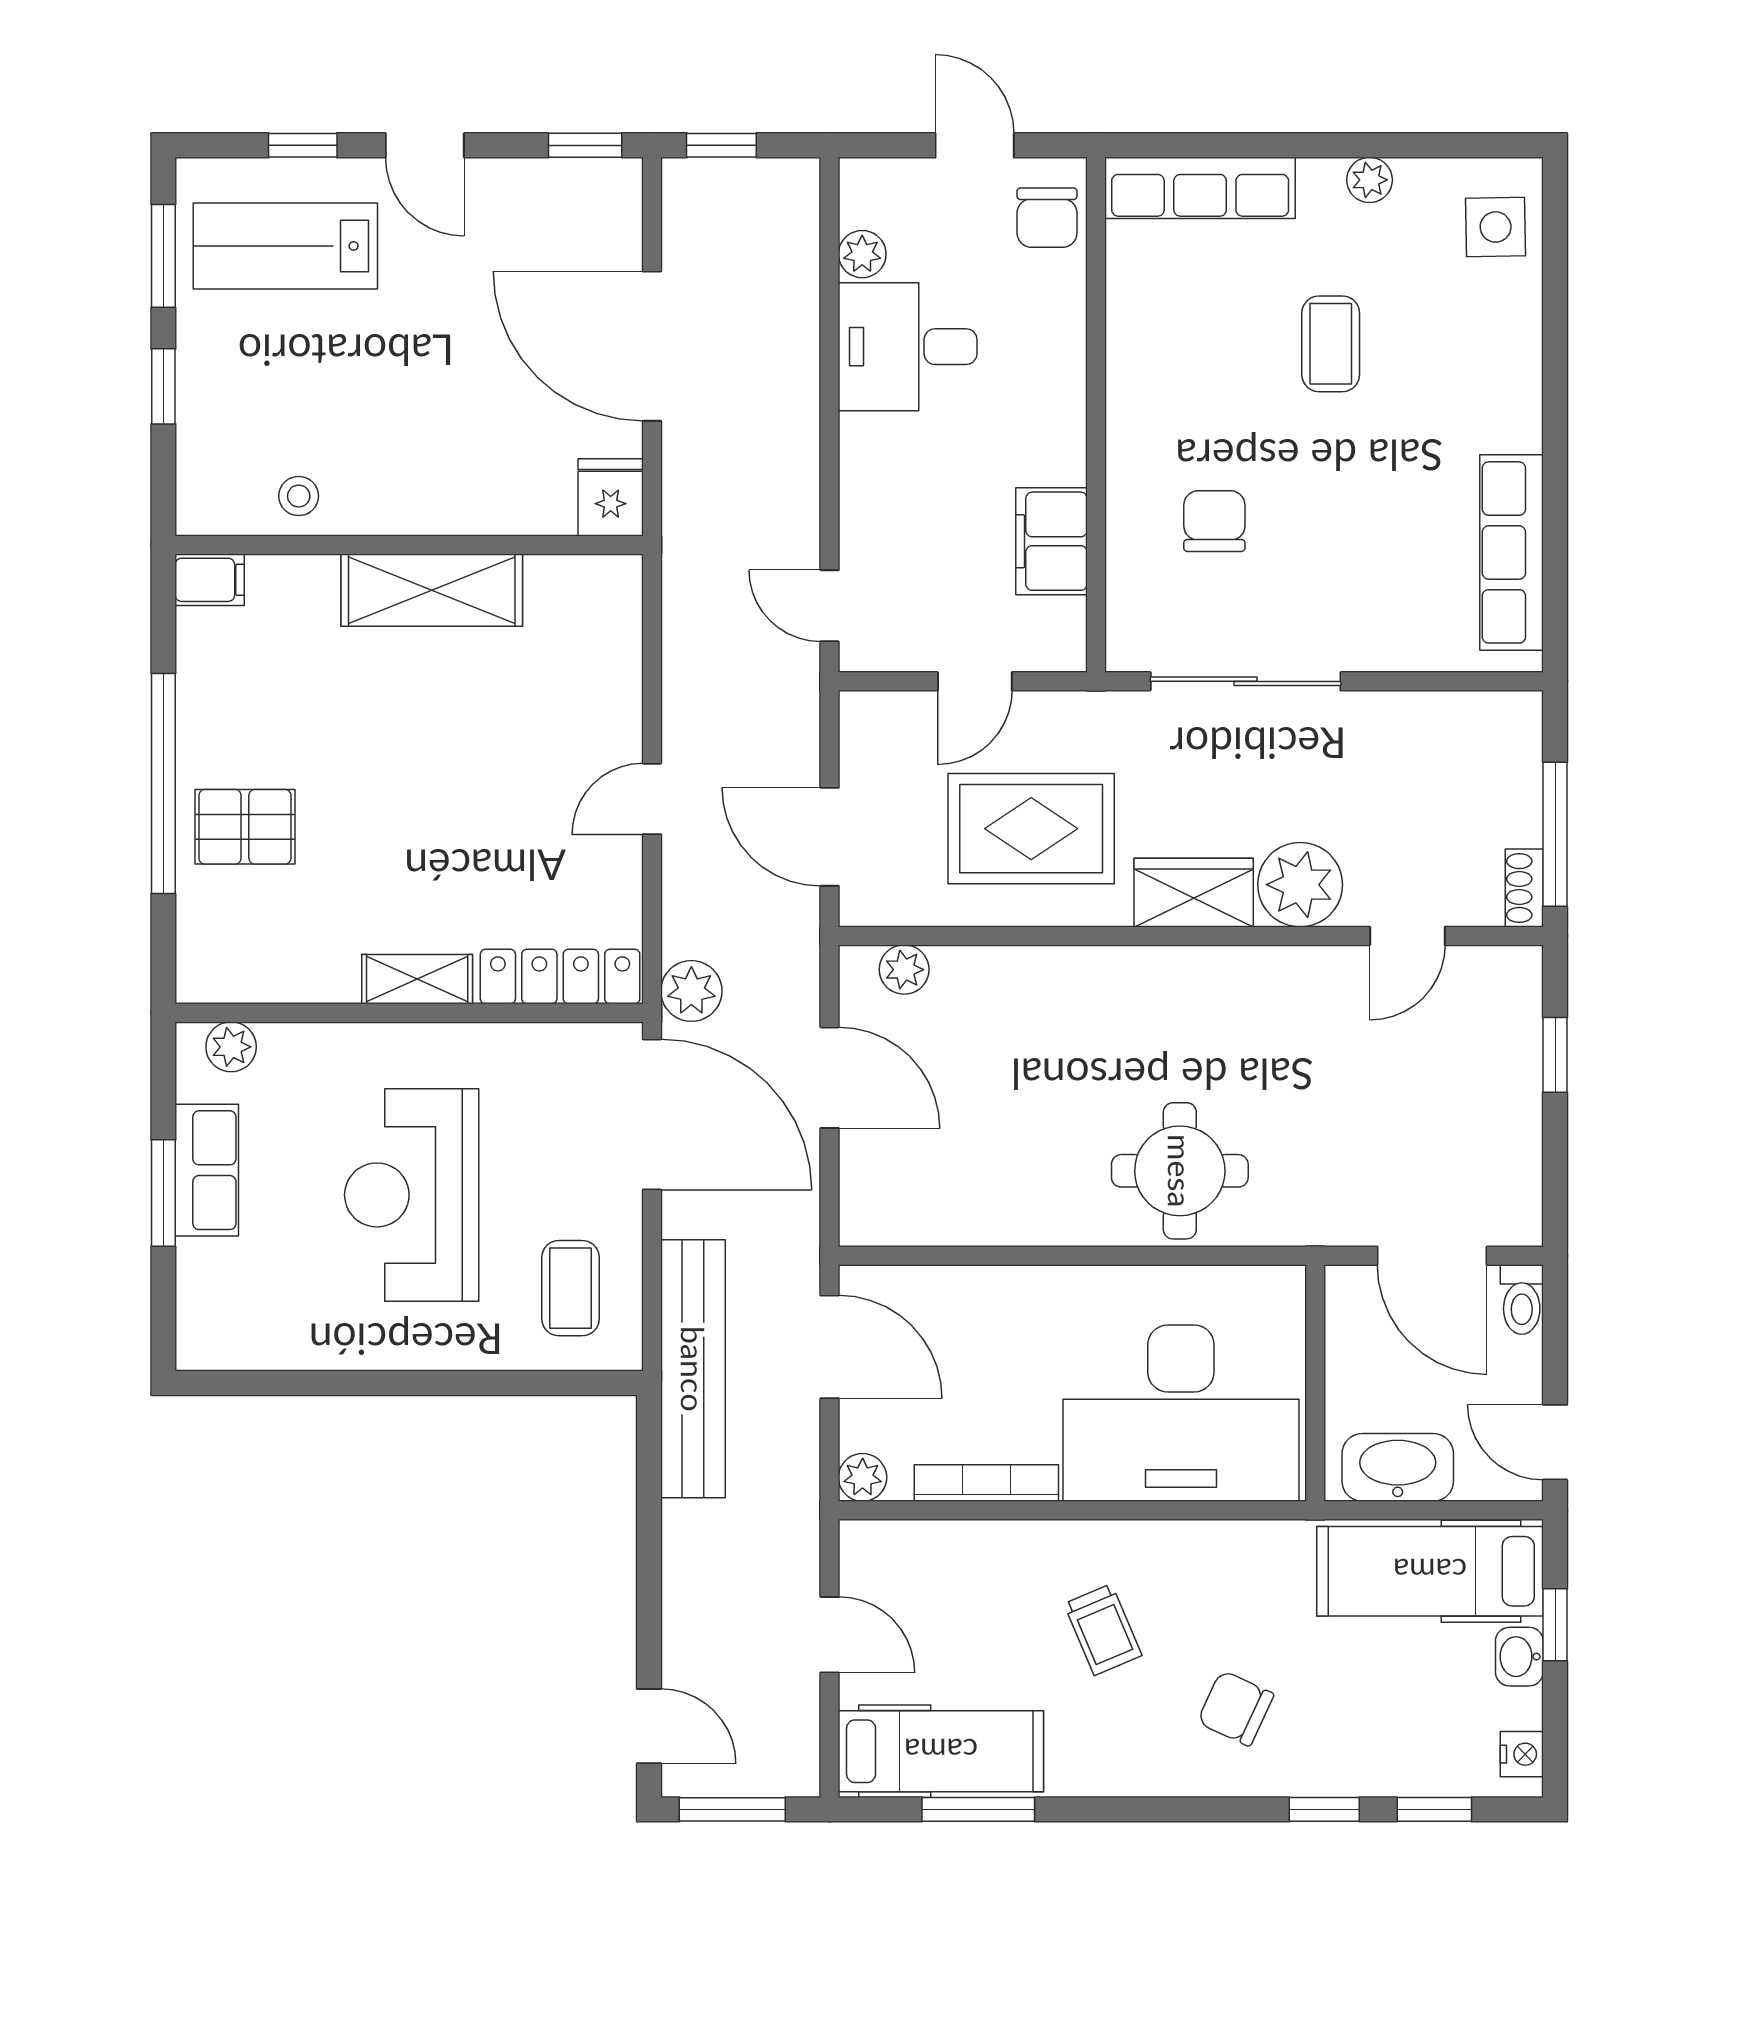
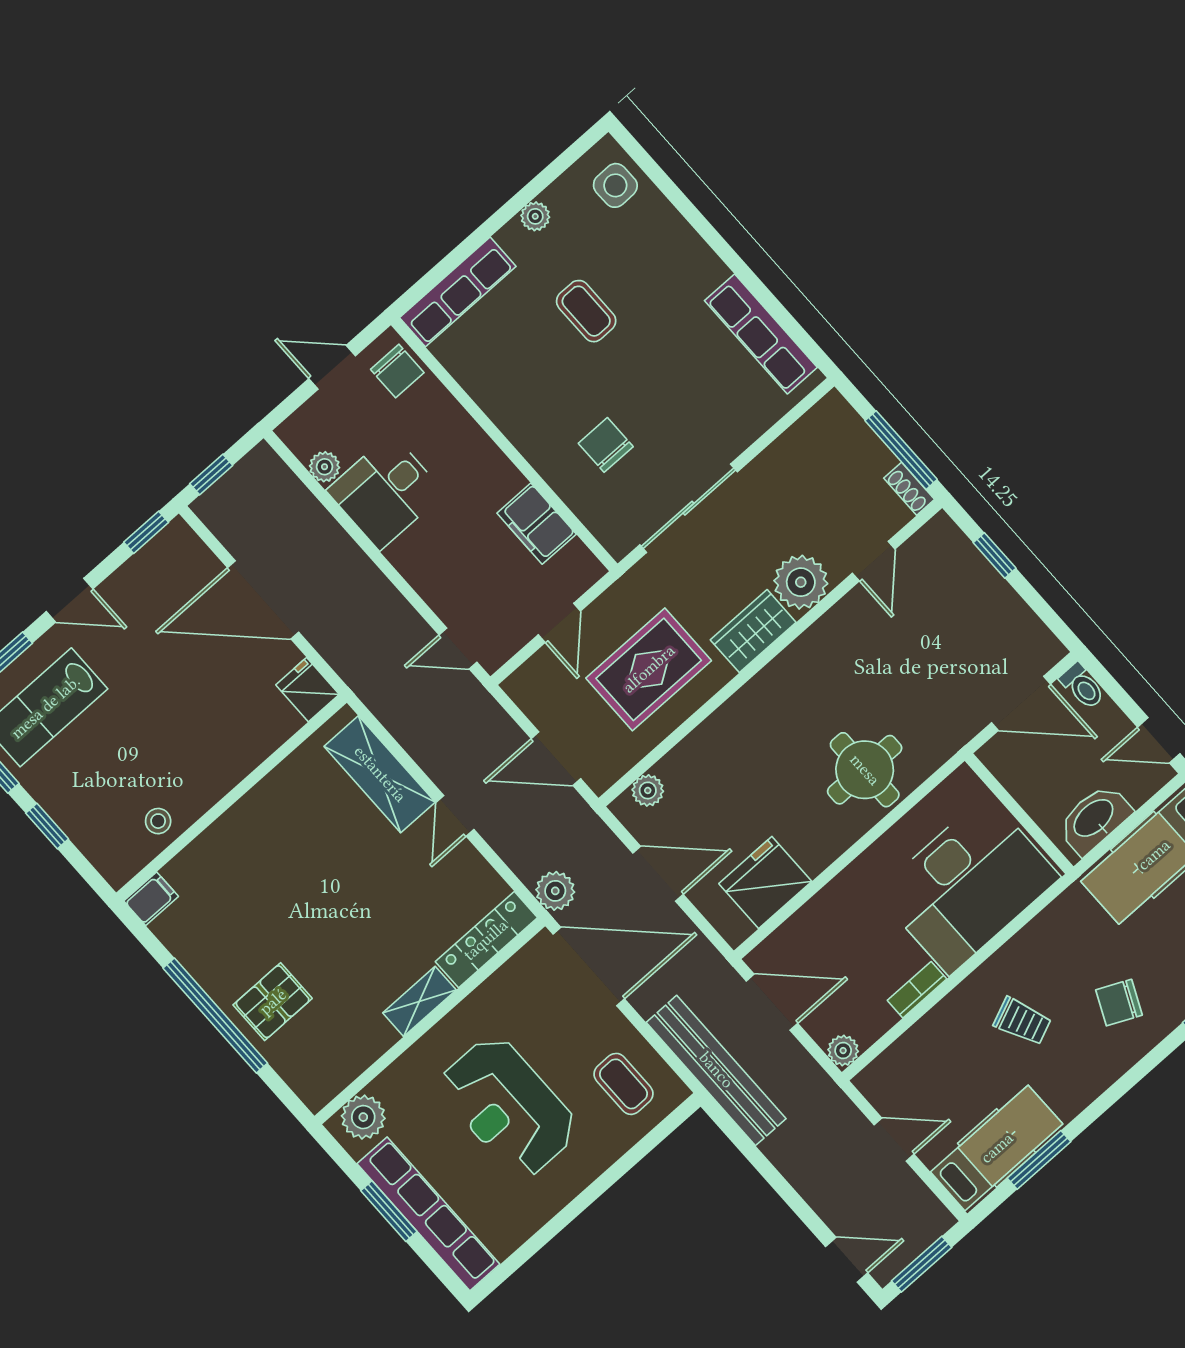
shelving: (432, 590) -> (380, 774), moved, turned 90
plant: (231, 1047) -> (363, 1117), width x1.38, depth x1.38
row of seats: (207, 1170) -> (428, 1214), width x2.02
fridge: (946, 1200) -> (765, 882), added
bookcase: (986, 1483) -> (917, 990), width x0.64

